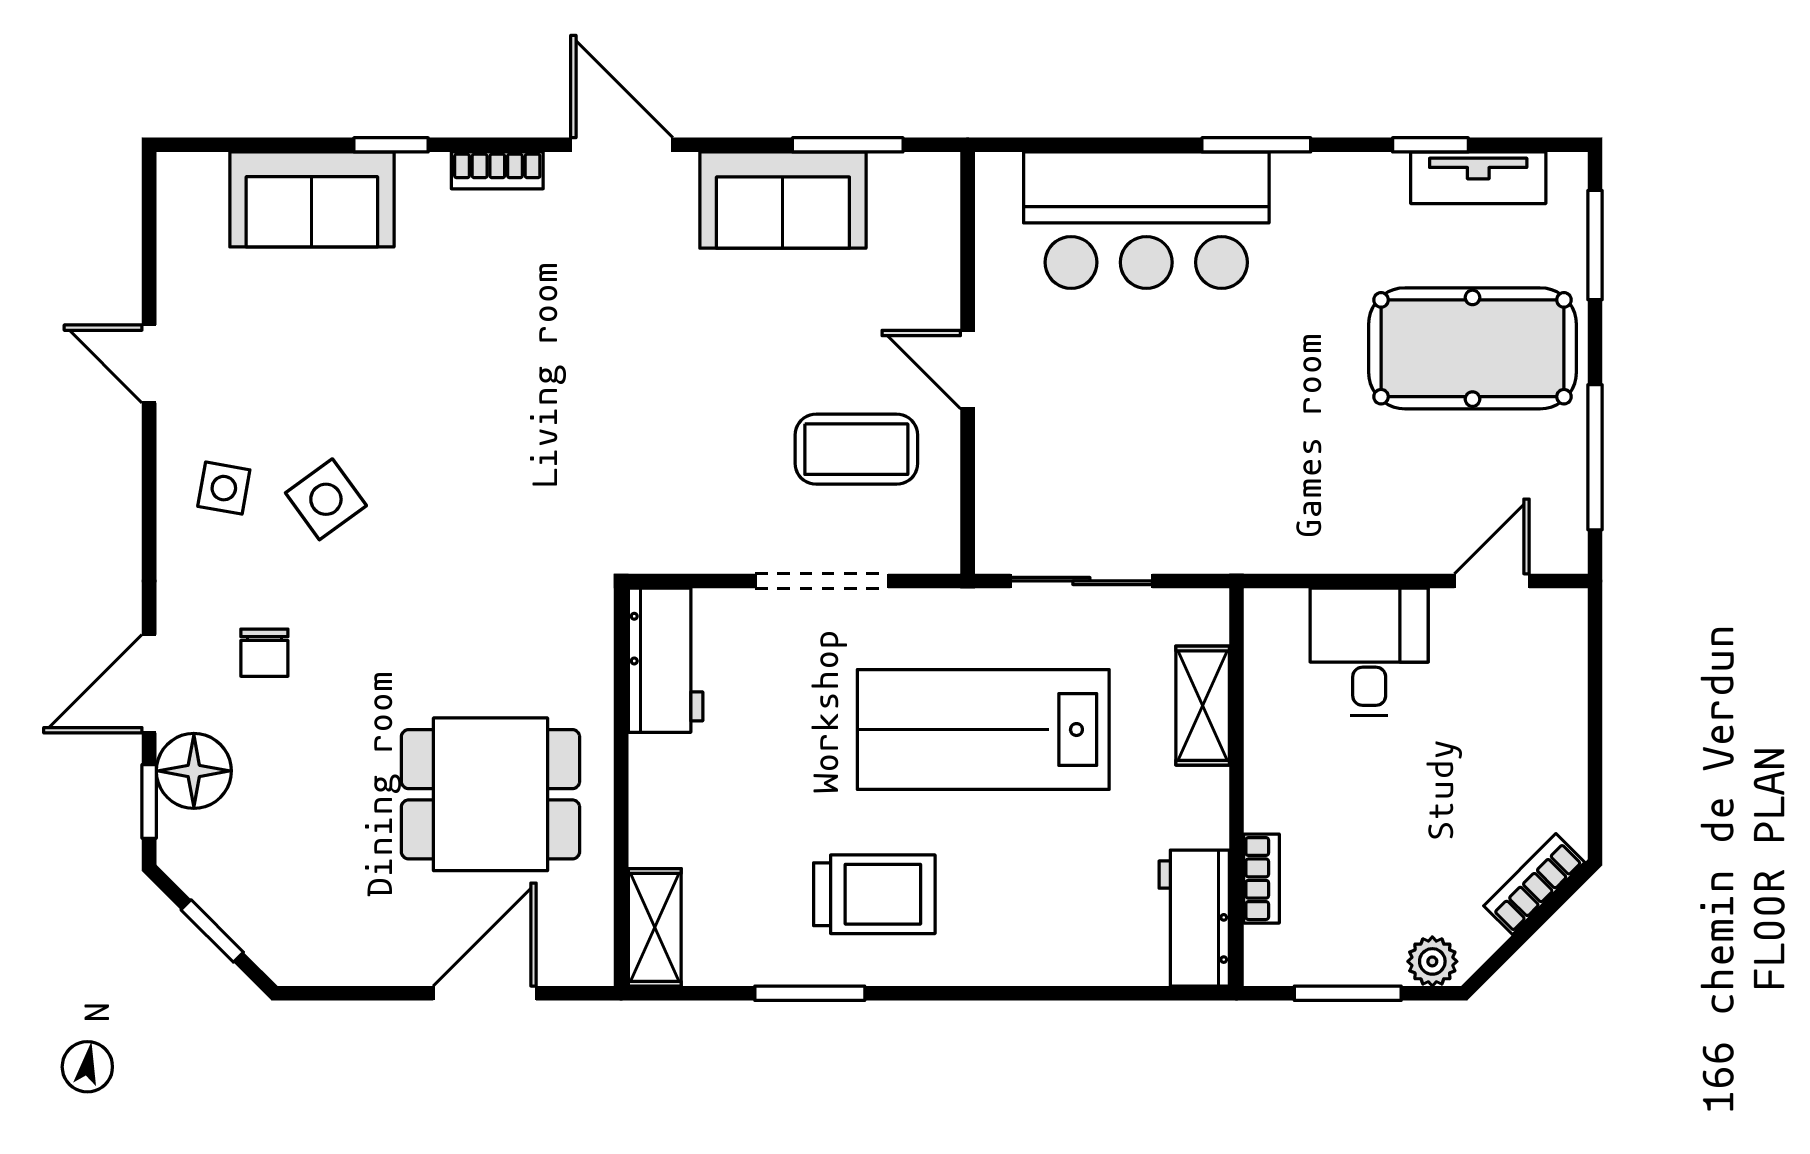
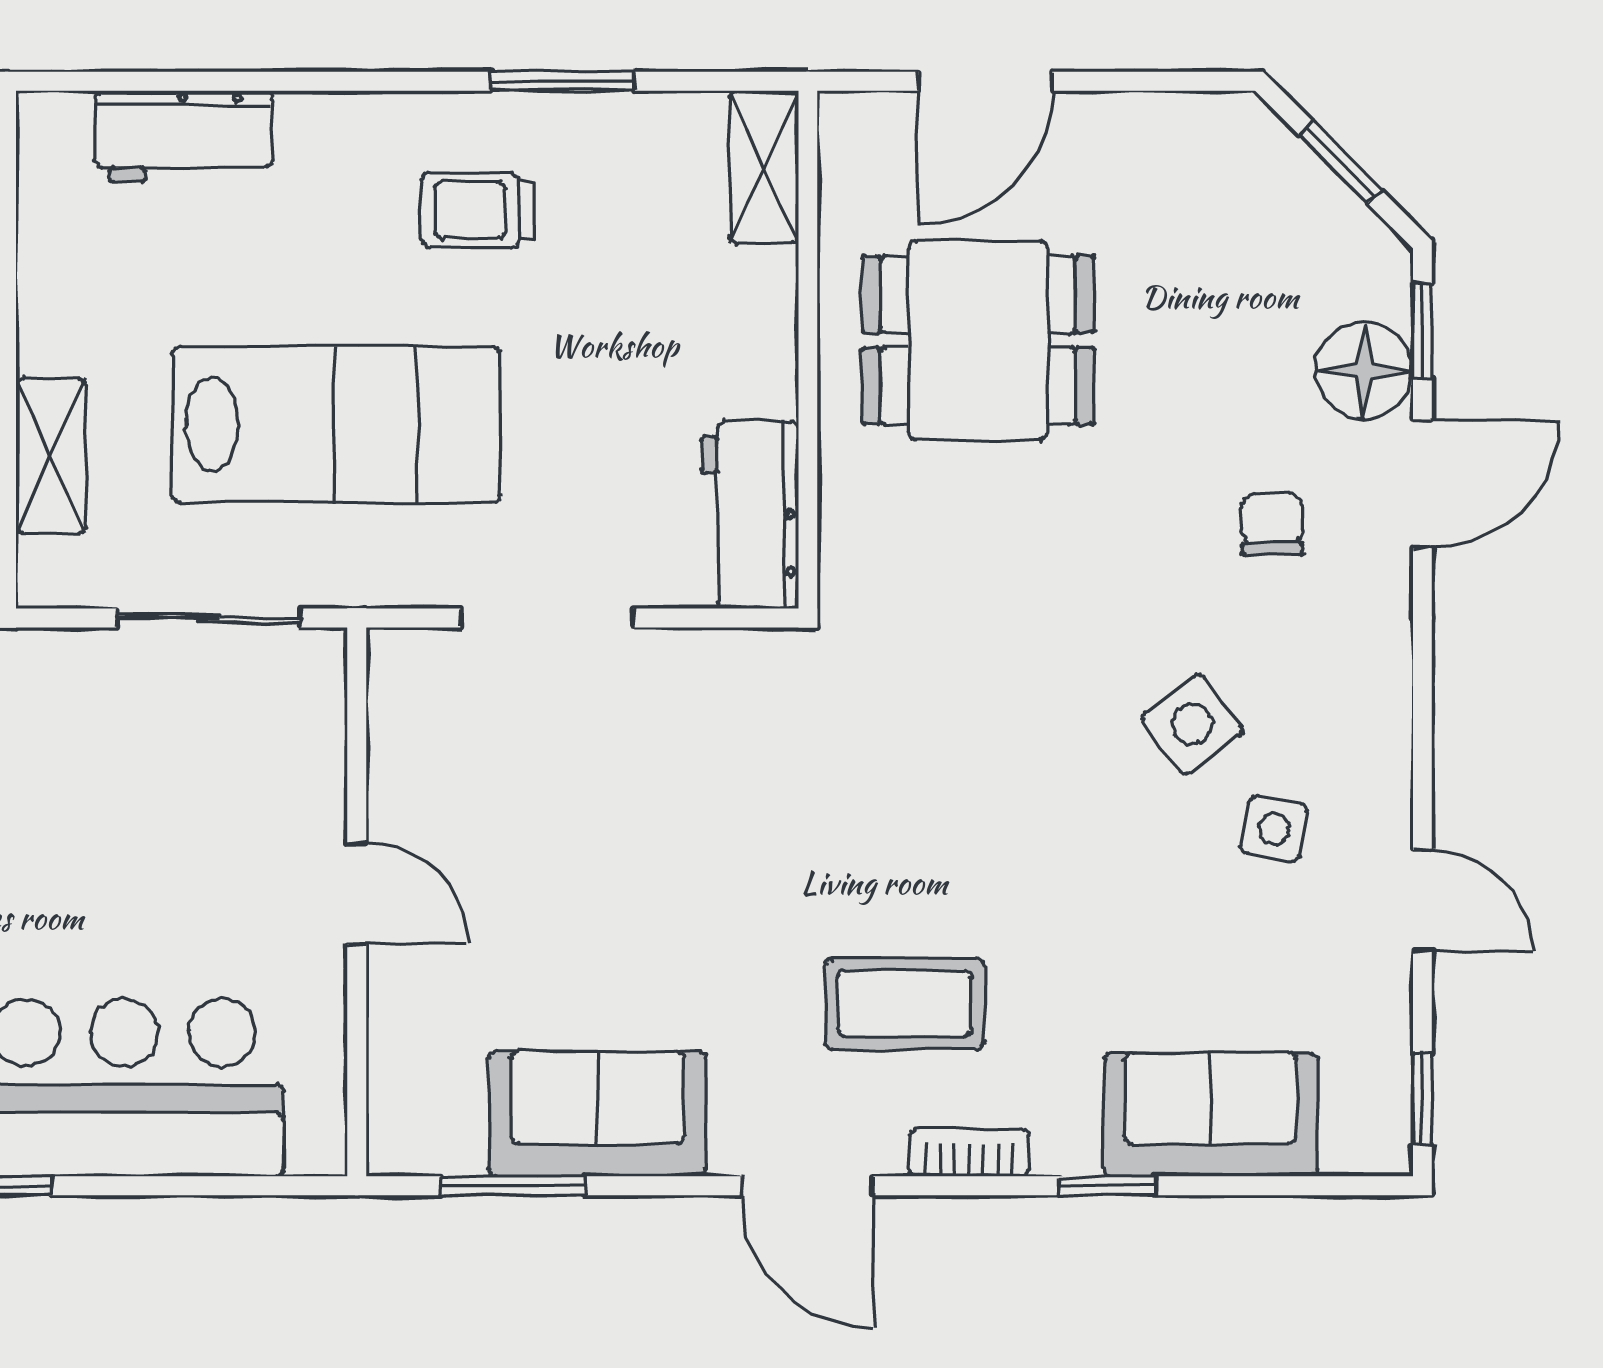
window: (149, 212) -> (1422, 1099), added
coffee table: (856, 449) -> (905, 1003), moved
side table: (224, 488) -> (1274, 829), moved
trolley: (874, 894) -> (478, 210), width x0.73, depth x0.72
workbench: (1194, 918) -> (184, 136), moved, turned 90

